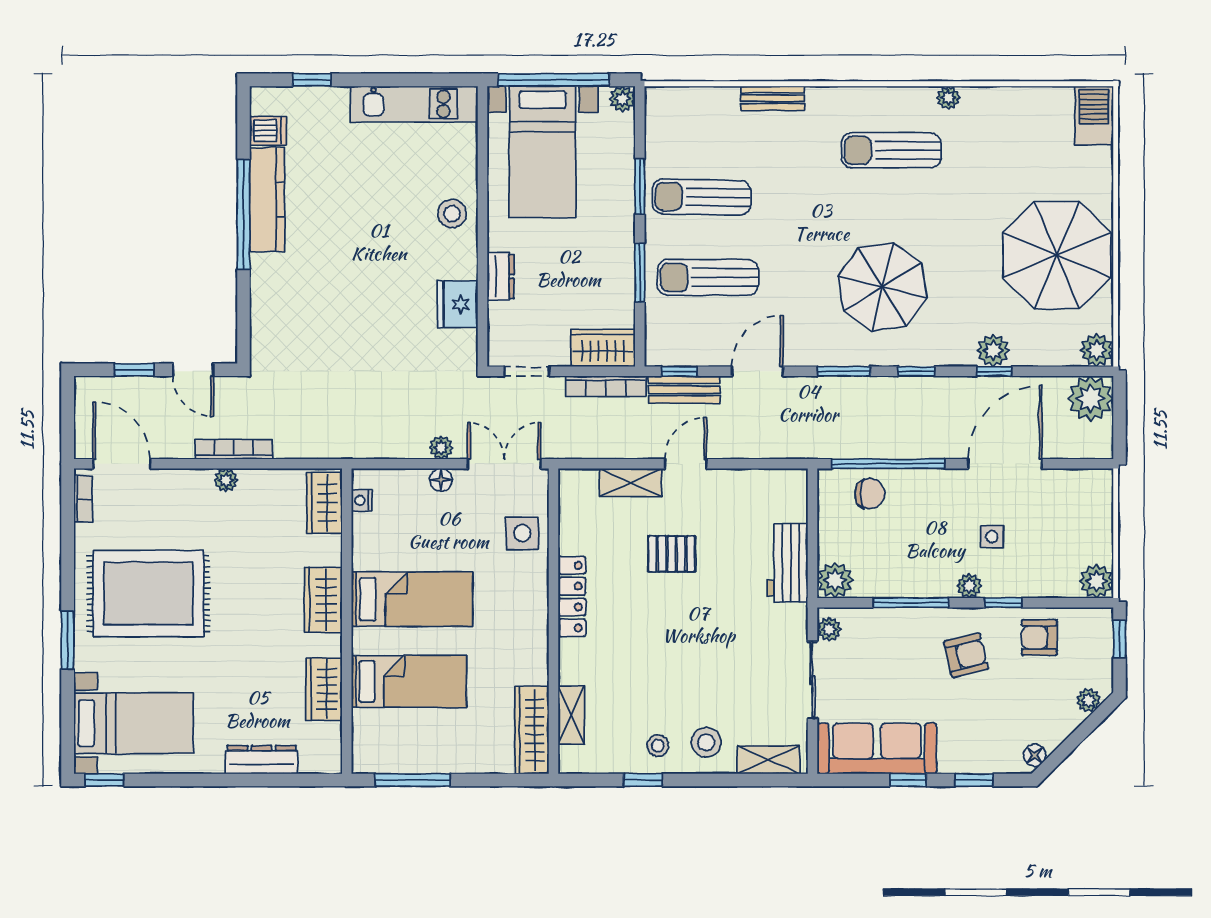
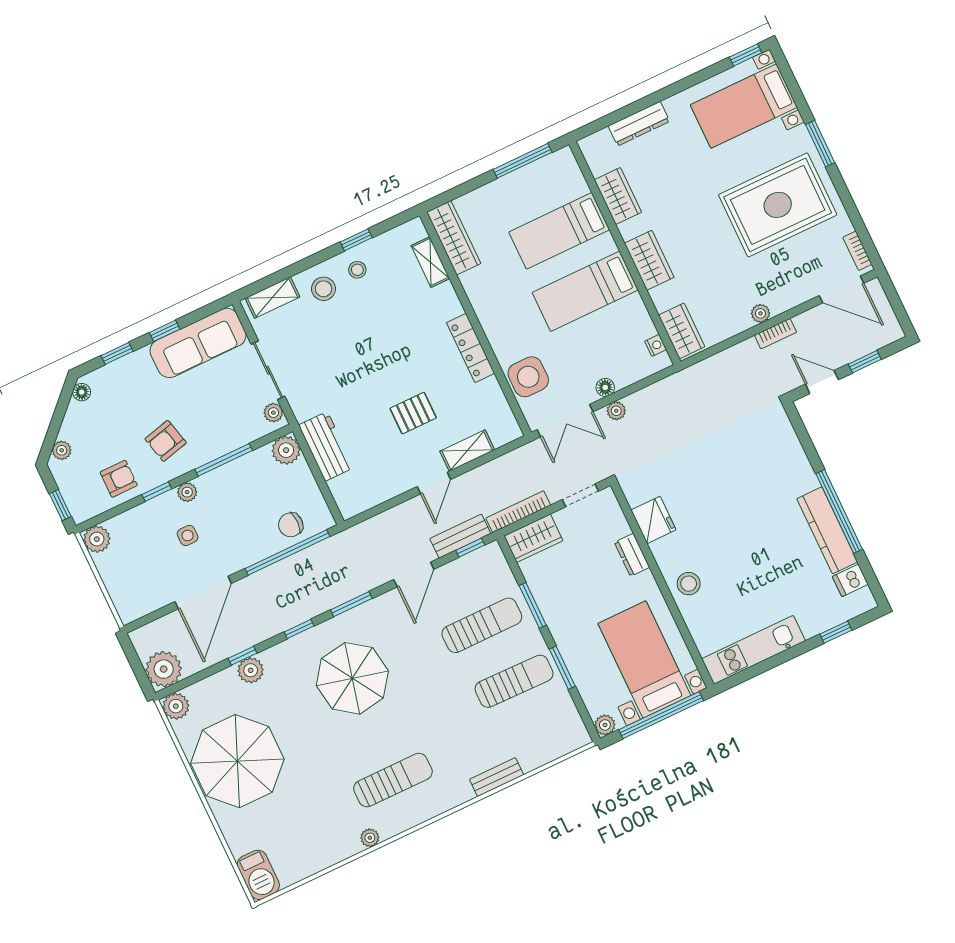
bookcase: (234, 449) -> (775, 334), width x0.64
side table: (522, 533) -> (528, 377), width x1.37, depth x1.37

